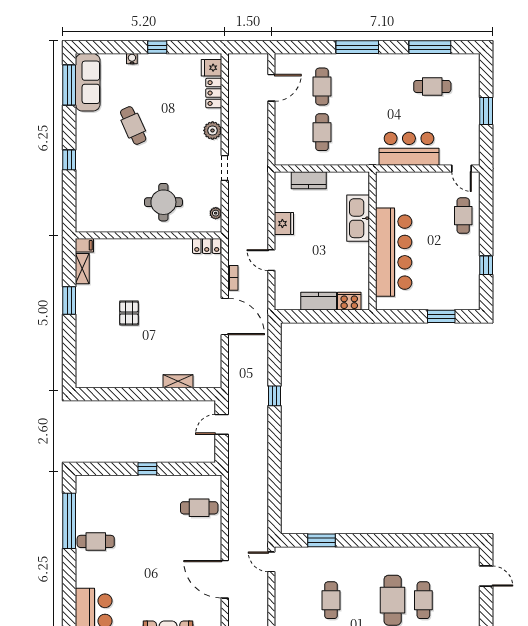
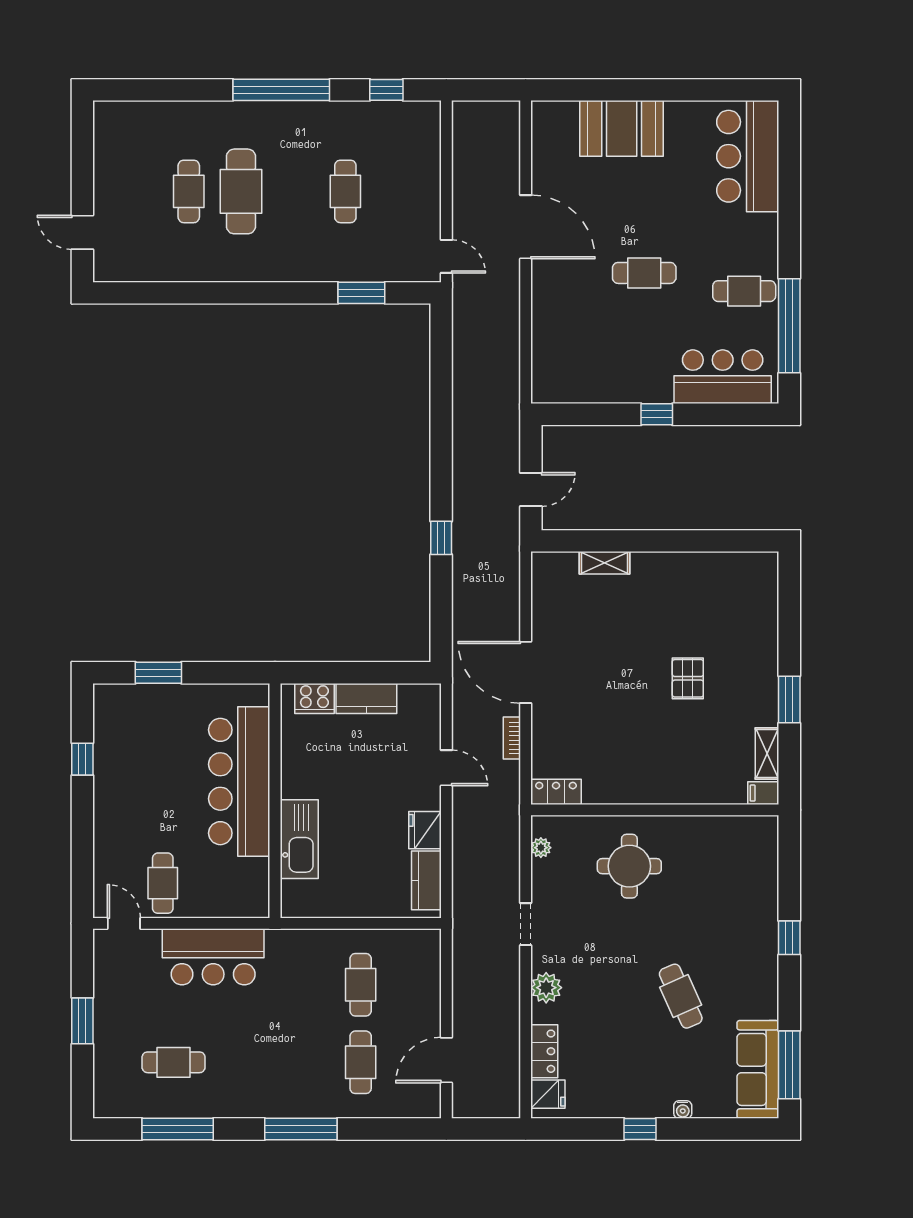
kitchen counter: (309, 180) -> (426, 880), moved, turned -90
cafe table: (463, 216) -> (163, 883), moved
bar counter: (108, 491) -> (723, 377), added
cafe table: (199, 508) -> (644, 273), moved

